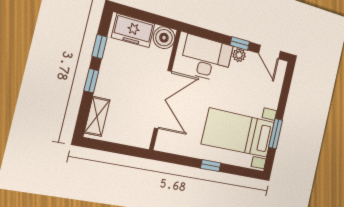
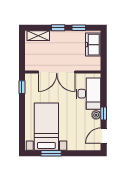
boiler: (164, 38) -> (94, 64), removed
window: (211, 166) -> (22, 87), moved

